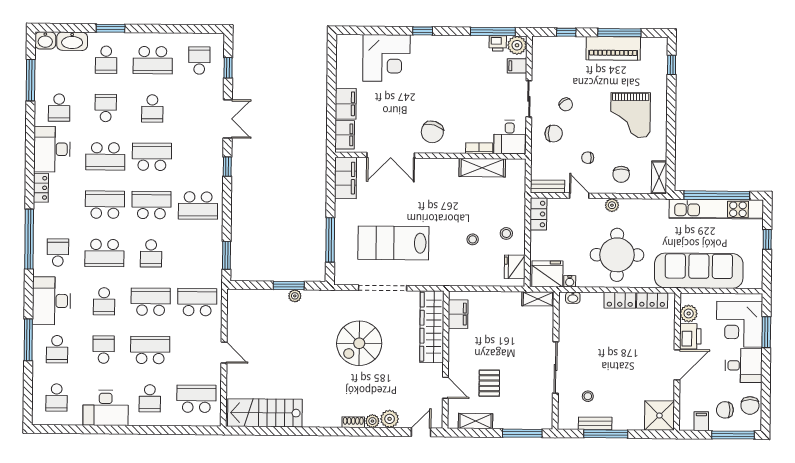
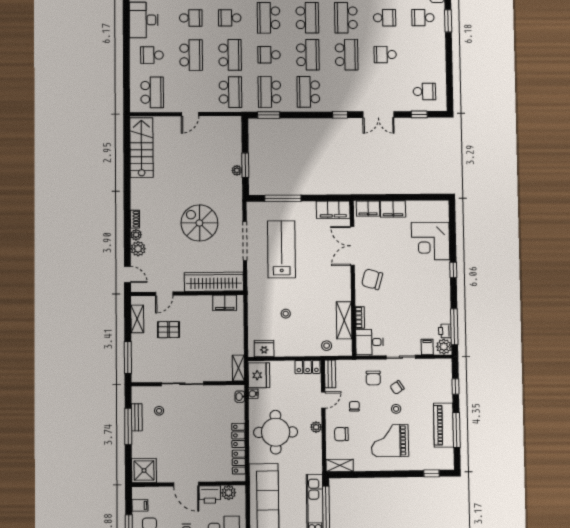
school desk: (153, 60) -> (269, 92), moved
stool: (592, 106) -> (396, 409), added
stool: (506, 233) -> (327, 346), moved

